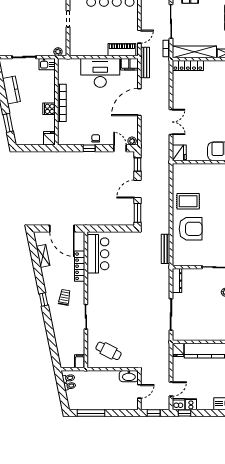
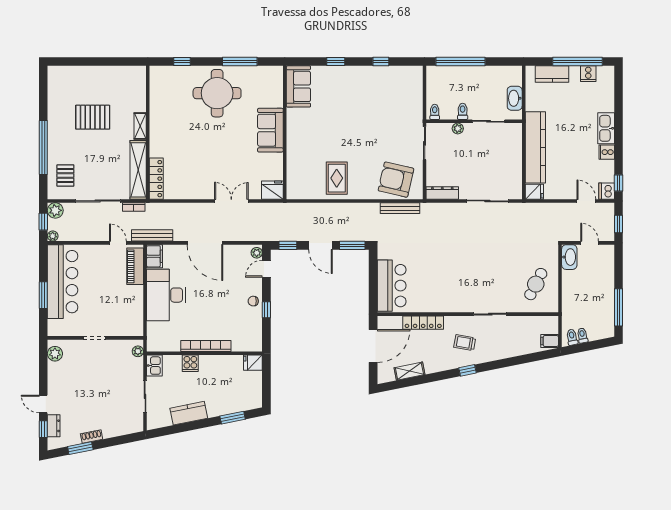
cooker: (49, 109) -> (190, 363), moved
armchair: (191, 229) -> (396, 180), moved, turned -77
bar counter: (98, 254) -> (392, 286), moved, turned 90
filing cabinet: (80, 361) -> (550, 341), moved
cooker: (191, 404) -> (607, 152), moved

